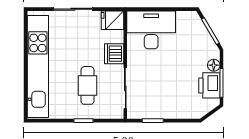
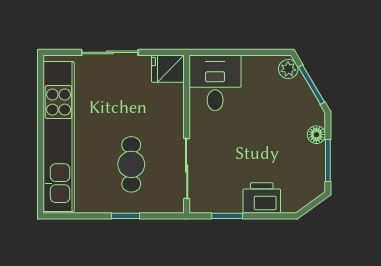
plant: (195, 20) -> (288, 69), added
desk: (151, 30) -> (215, 83), width x0.73
dishwasher: (114, 54) -> (170, 118), removed
printer: (209, 85) -> (262, 198), moved, turned 90

